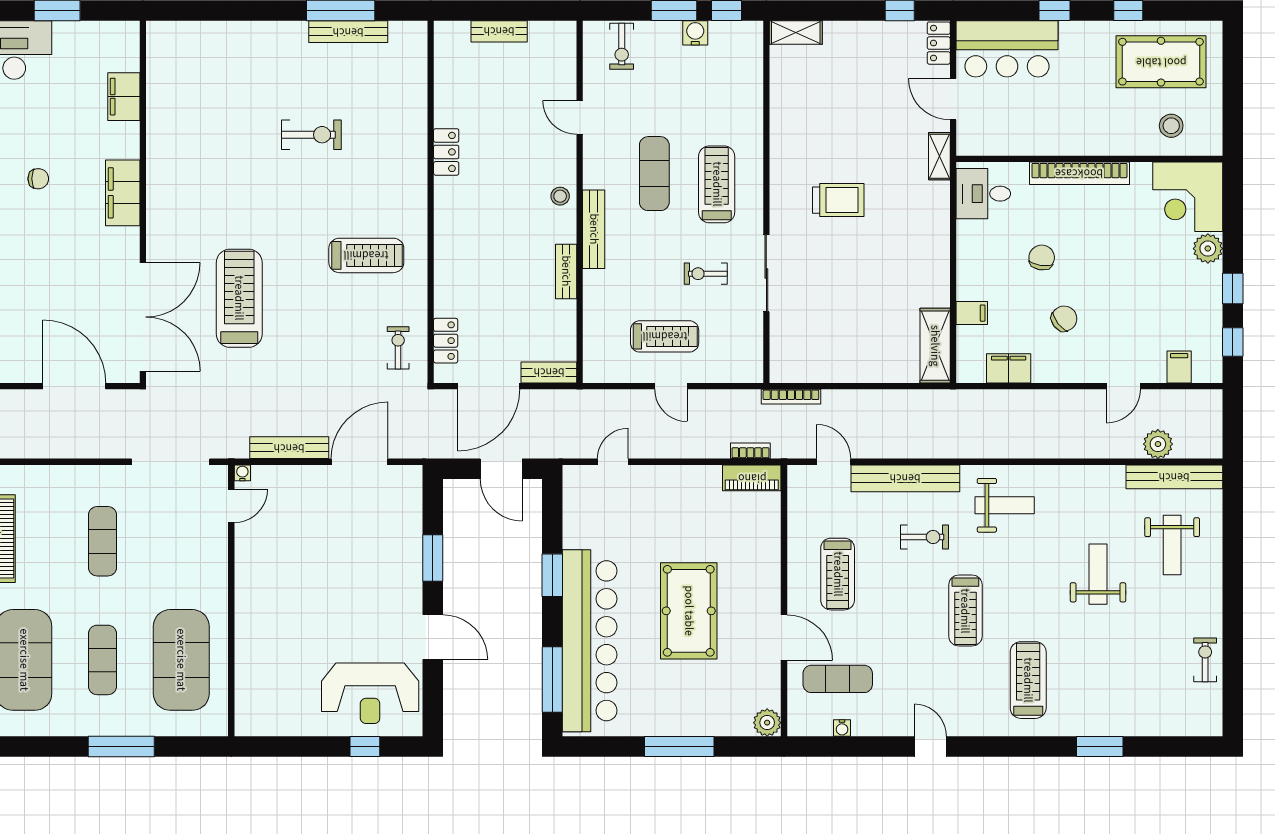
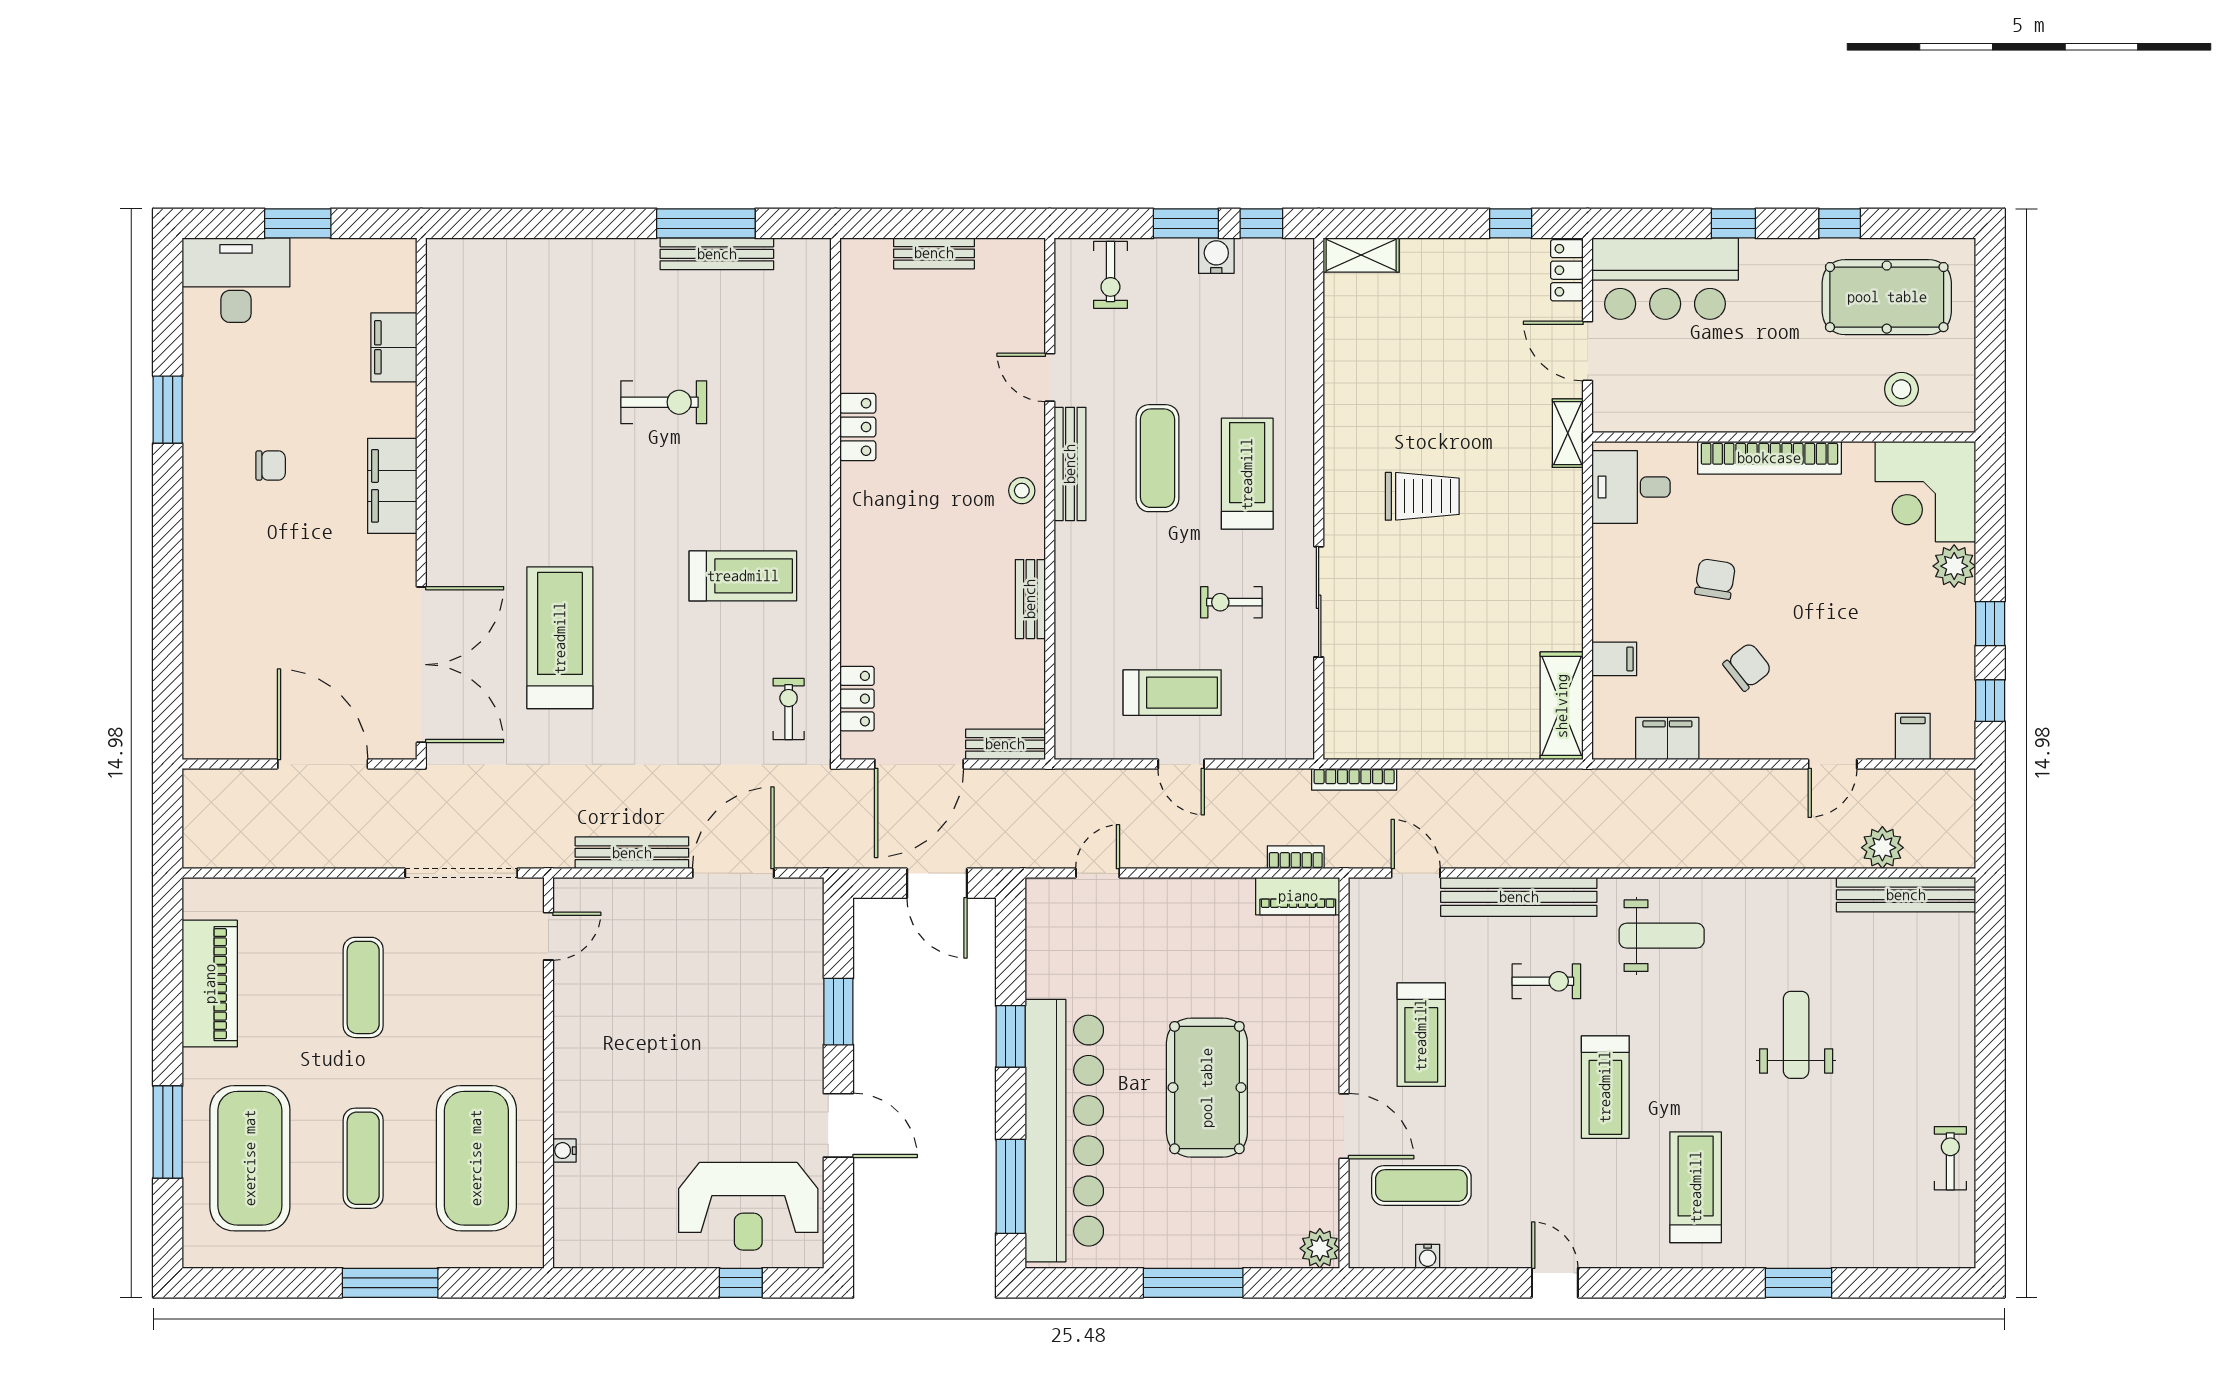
bench: (594, 229) -> (1070, 464), moved
water cooler: (242, 473) -> (564, 1151), moved, turned -90
weight bench: (1172, 545) -> (1903, 993), removed

